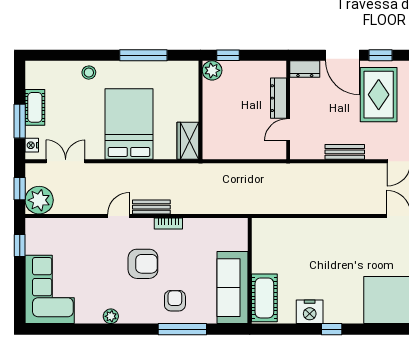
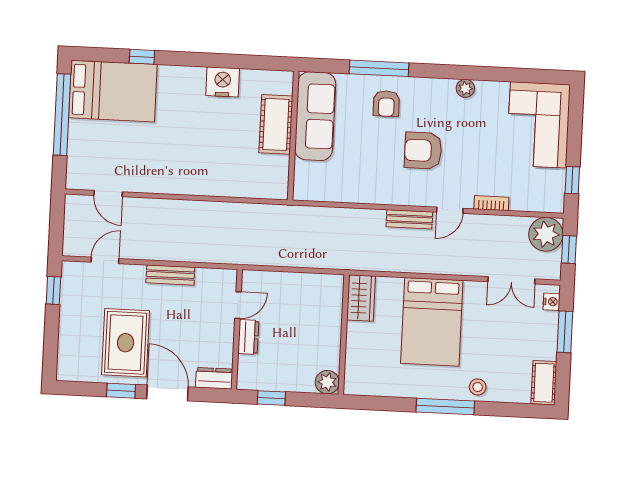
window: (143, 55) -> (445, 407), moved
window: (228, 55) -> (271, 398), moved
dresser: (278, 98) -> (248, 337), width x0.70
cot: (35, 107) -> (544, 383), moved
bookcase: (168, 223) -> (491, 203), moved
cot: (264, 298) -> (276, 124), moved
window: (332, 329) -> (142, 57), moved

